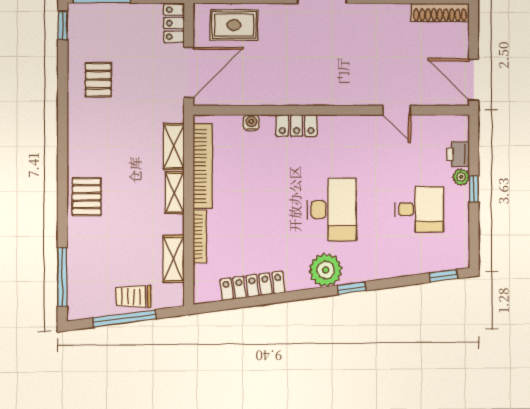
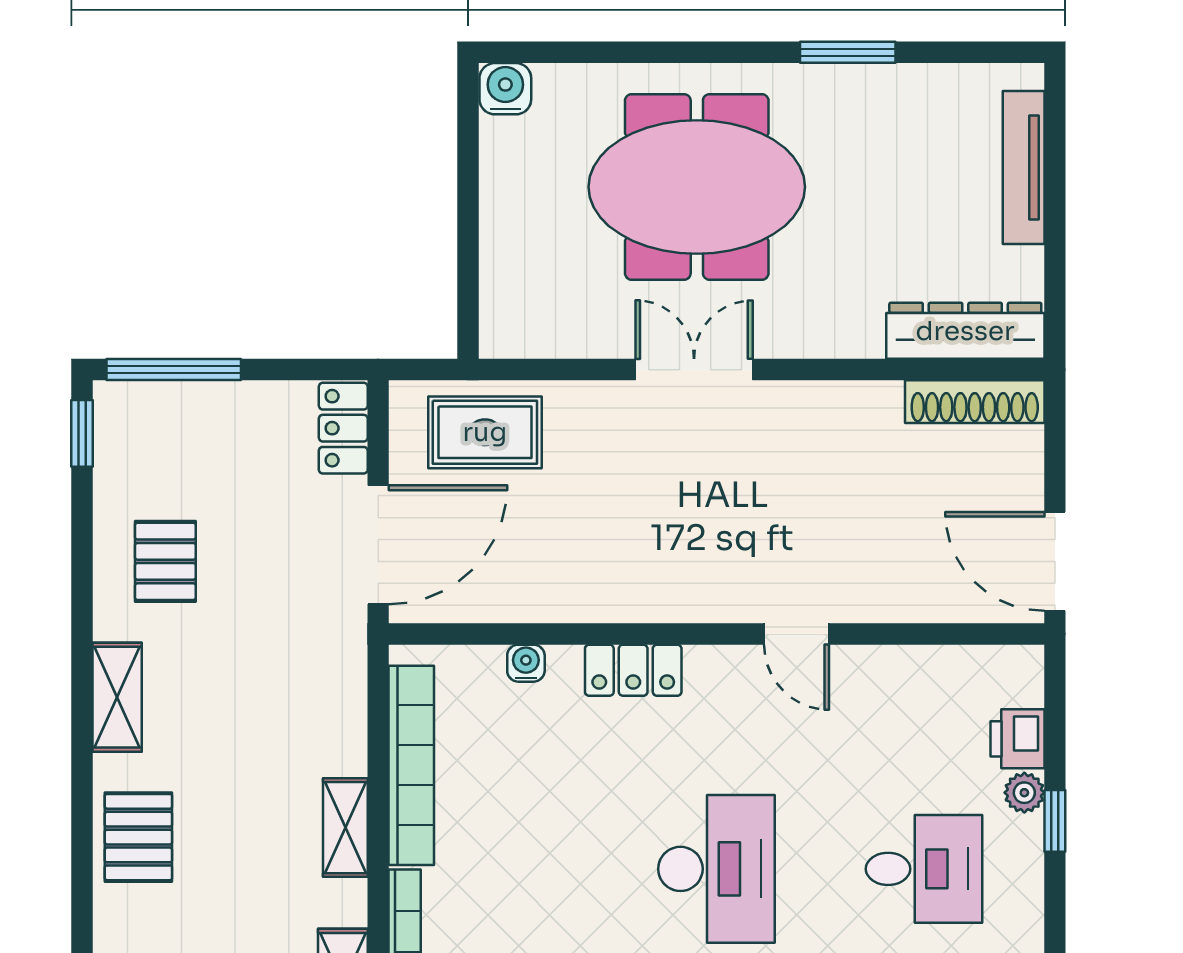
door: (397, 110) -> (797, 634), moved
shelving: (174, 147) -> (117, 697), moved

